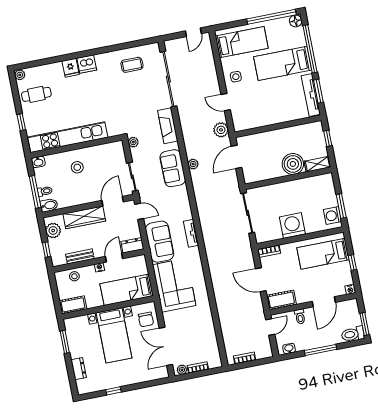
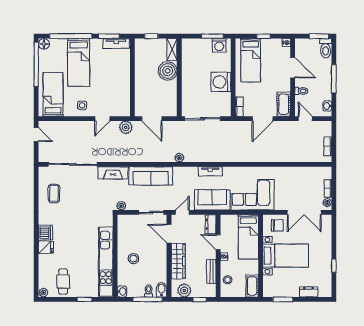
tv unit: (311, 95) -> (116, 43), width x0.71
plant: (193, 164) -> (179, 158), moved
sofa: (173, 168) -> (151, 176), width x1.36

